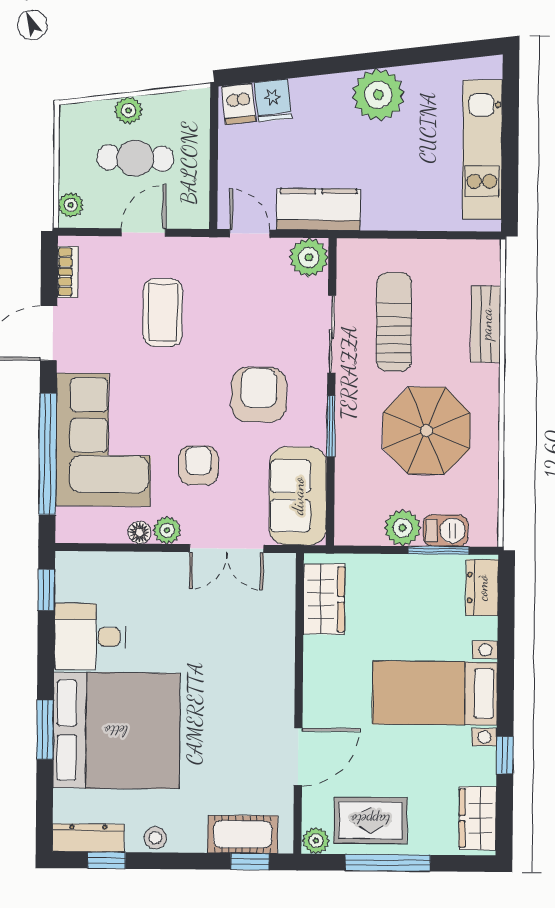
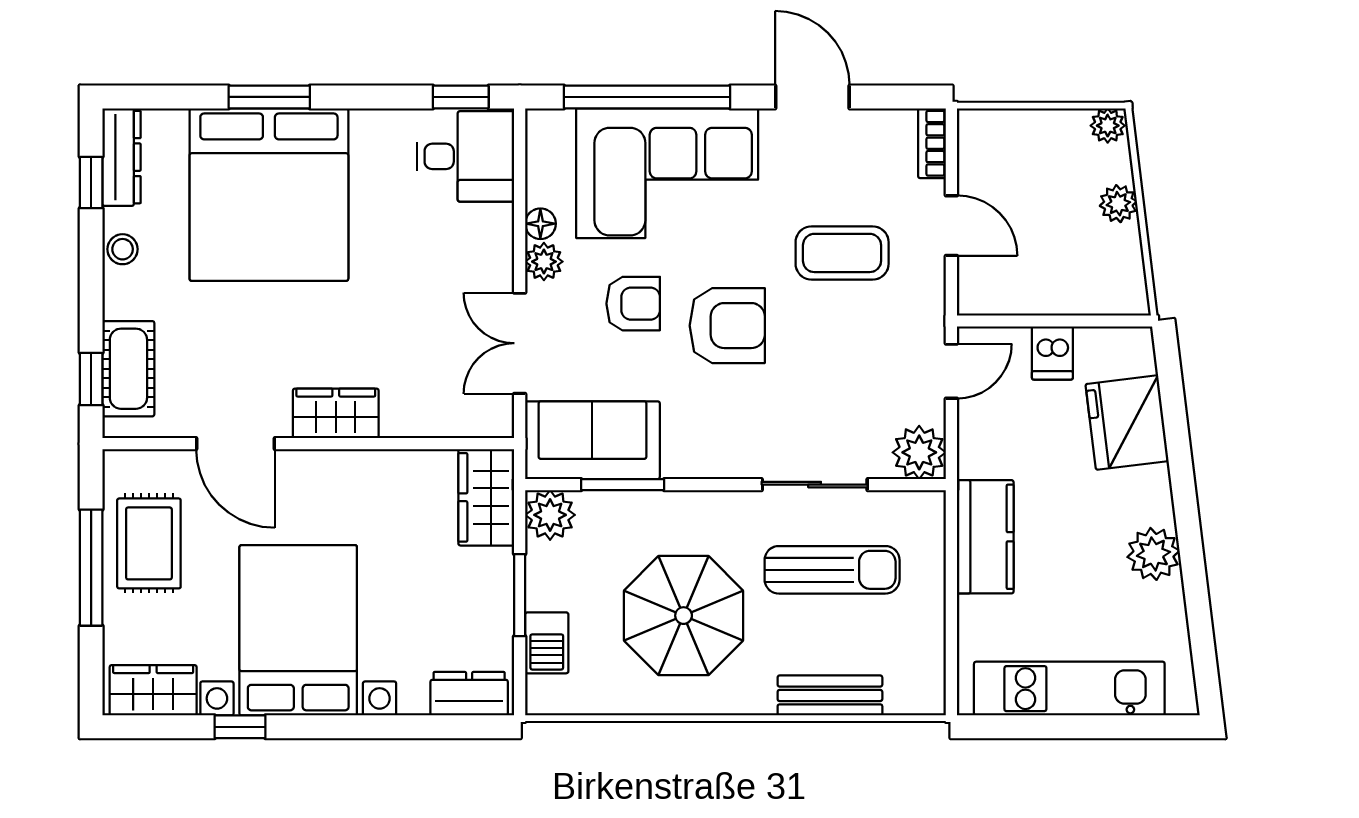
plant: (378, 95) -> (1153, 554), width x0.73, depth x0.73
fridge: (273, 100) -> (1127, 423), width x1.88, depth x1.34
dishwasher: (239, 104) -> (1052, 353), moved, turned -83
cafe table: (135, 158) -> (1053, 213), removed
plant: (71, 205) -> (1108, 126), moved
kitchen counter: (319, 209) -> (985, 537), moved
bookcase: (68, 272) -> (932, 143), moved, turned 90
armchair: (259, 395) -> (727, 326), moved
window: (331, 426) -> (623, 485), moved
plant: (402, 528) -> (550, 515), moved
window: (438, 550) -> (520, 595), moved
wardrobe: (324, 599) -> (486, 497), moved, turned 90
desk: (90, 637) -> (465, 156), moved, turned 90
wardrobe: (277, 683) -> (336, 413), added
bed with nightstands: (435, 693) -> (298, 630), width x1.36
plant: (316, 841) -> (121, 469), removed

